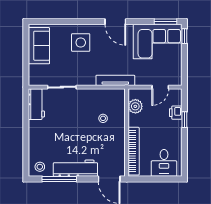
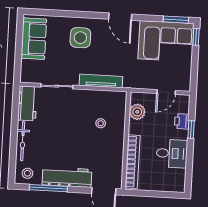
tv unit: (115, 80) -> (101, 81), moved
bicycle: (34, 138) -> (23, 141), added
desk: (164, 163) -> (172, 153), moved, turned -90

